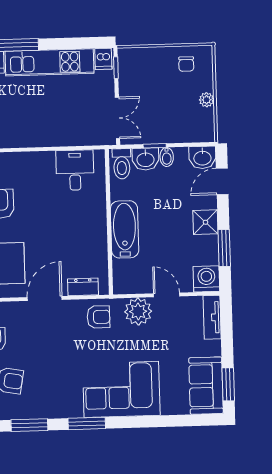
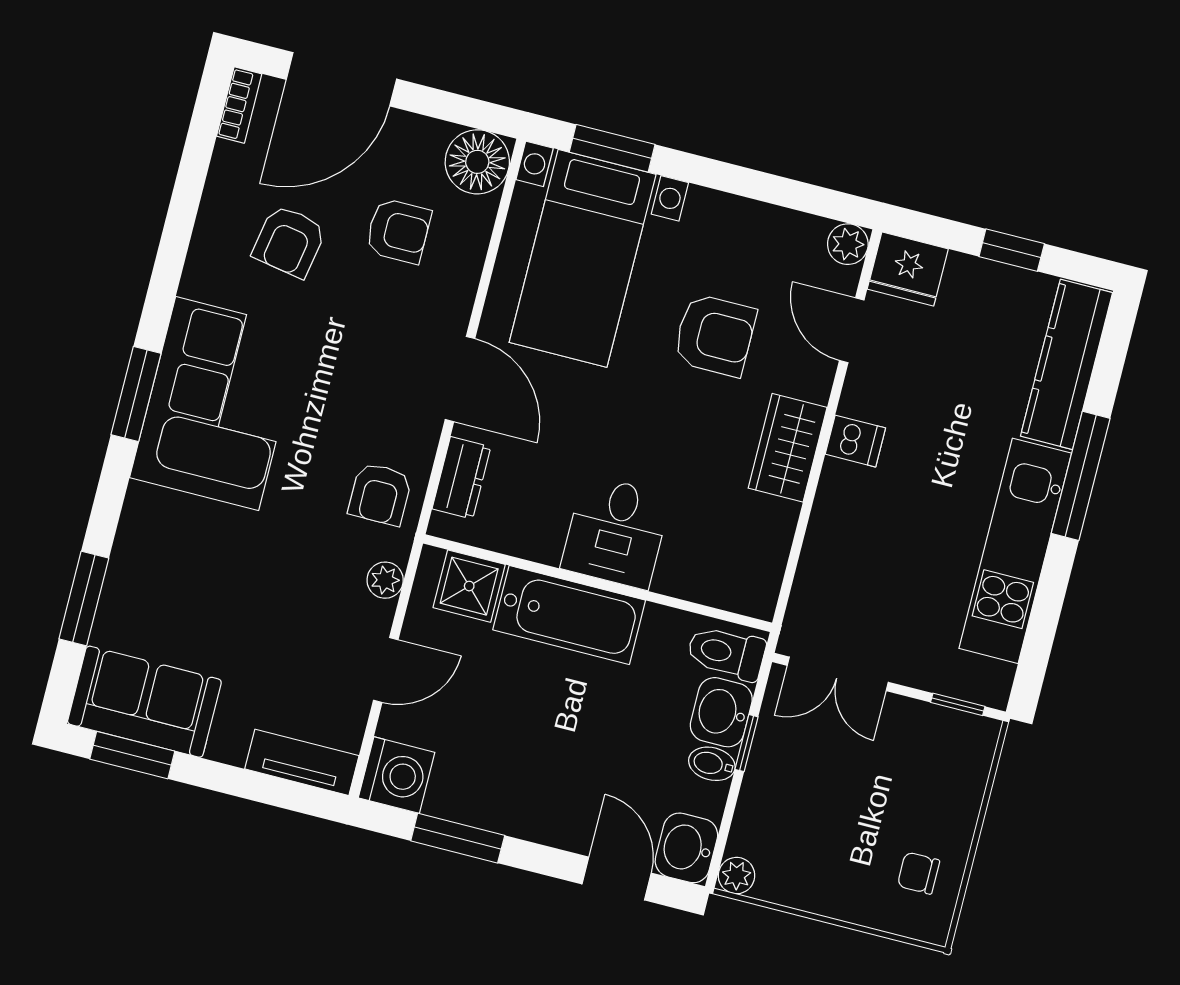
dishwasher: (103, 59) -> (855, 441), moved, turned 180
plant: (207, 100) -> (737, 876), moved
wardrobe: (35, 163) -> (788, 448), added
desk: (75, 170) -> (616, 532), moved, turned 90
shower: (205, 222) -> (469, 586), moved
plant: (138, 311) -> (385, 580), width x0.53, depth x0.53
corner sofa: (121, 389) -> (217, 403), moved
window: (29, 425) -> (84, 598), moved

